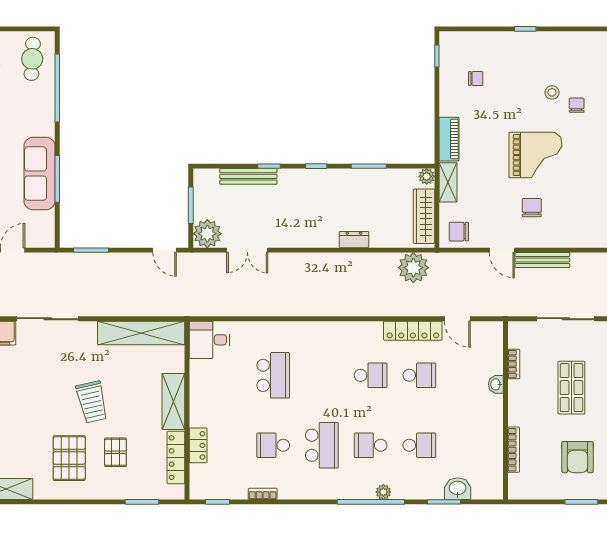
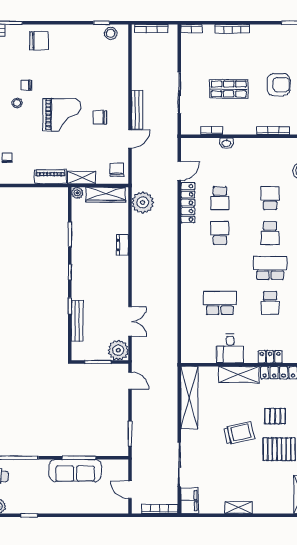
grand piano: (536, 155) -> (62, 115), turned 90
chair: (459, 232) -> (117, 170), turned 180
door: (165, 250) -> (130, 381), hinge flipped
desk: (209, 340) -> (230, 349), moved
school desk: (419, 375) -> (220, 198), turned 180

